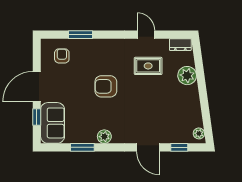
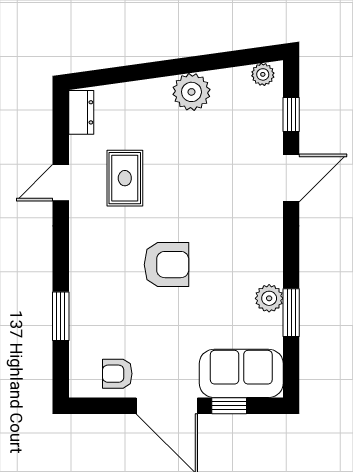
armchair: (62, 56) -> (117, 374), moved
plant: (187, 76) -> (191, 92), moved
armchair: (106, 86) -> (167, 265), turned -90
plant: (104, 137) -> (269, 298), moved

